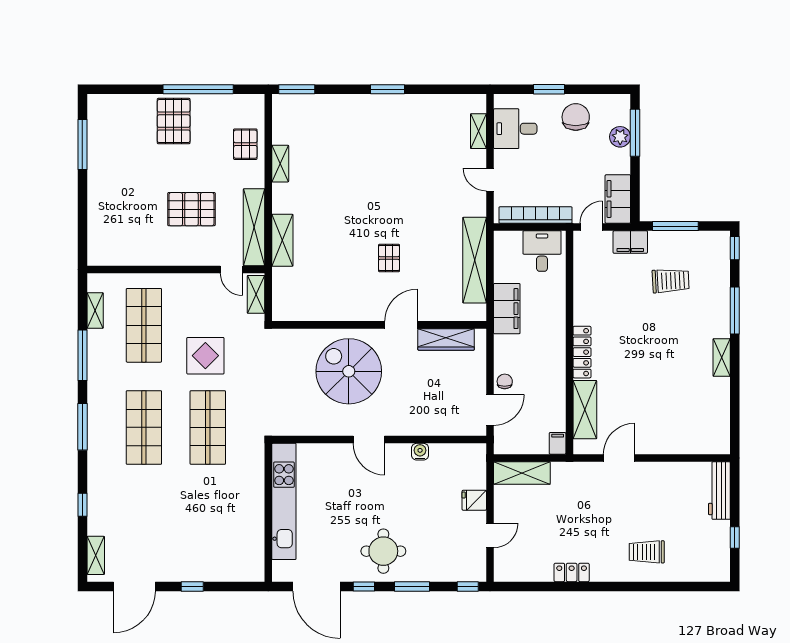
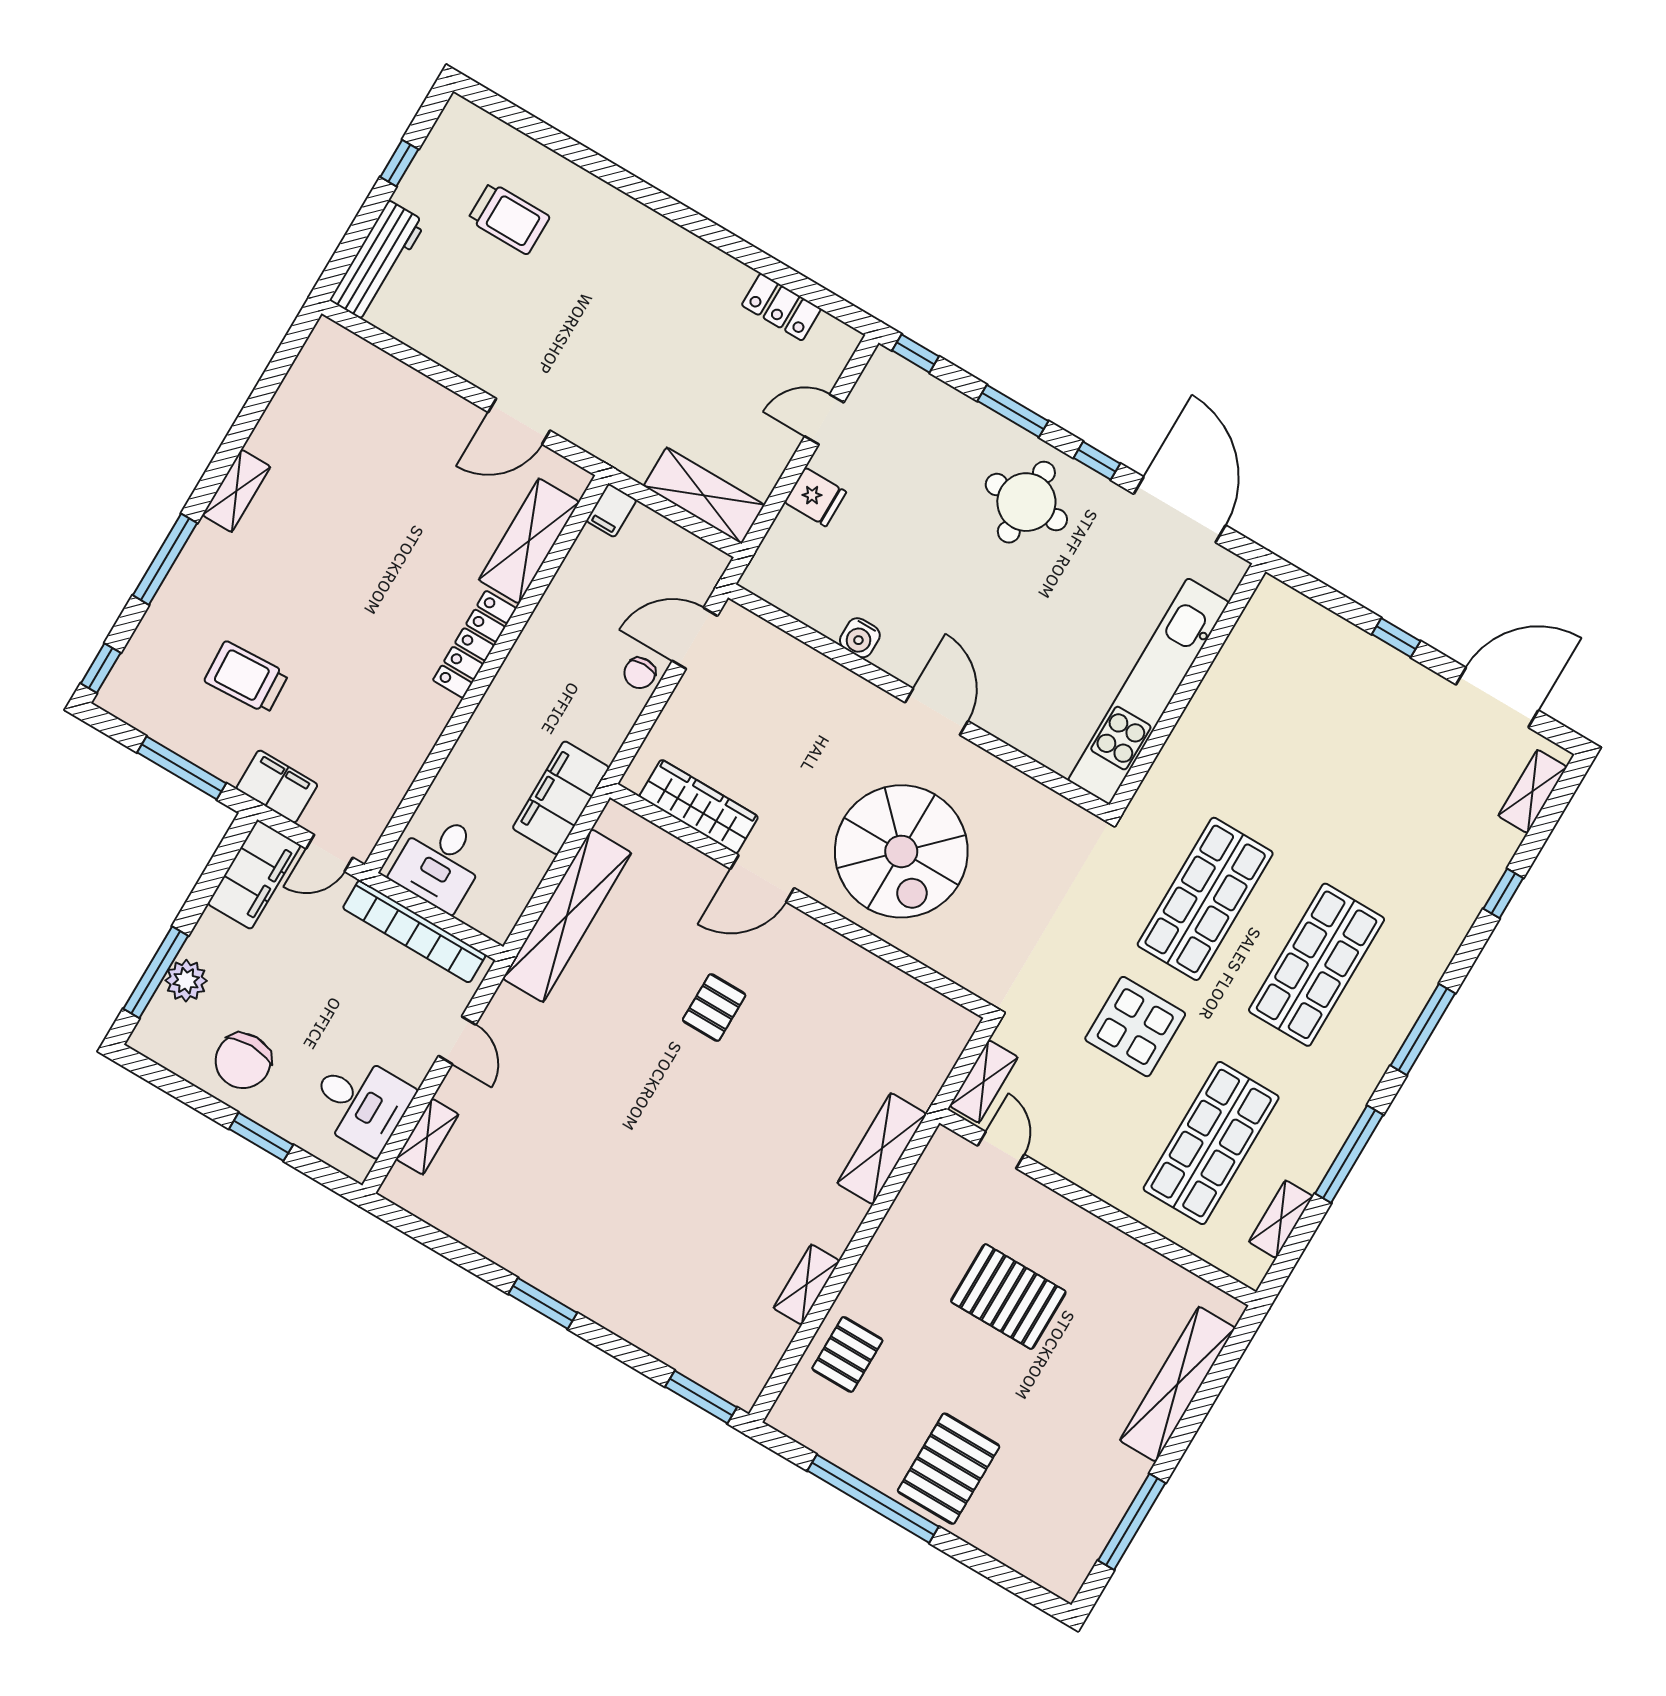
shelving: (254, 227) -> (1177, 1384), moved
trolley: (647, 552) -> (509, 218), moved
locker: (572, 572) -> (781, 307), moved

